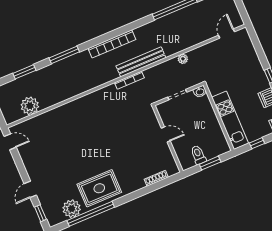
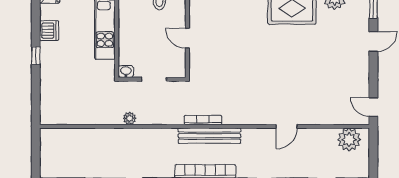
door: (226, 34) -> (286, 126), moved
bench: (141, 62) -> (209, 136), moved
plant: (30, 106) -> (349, 140), moved

